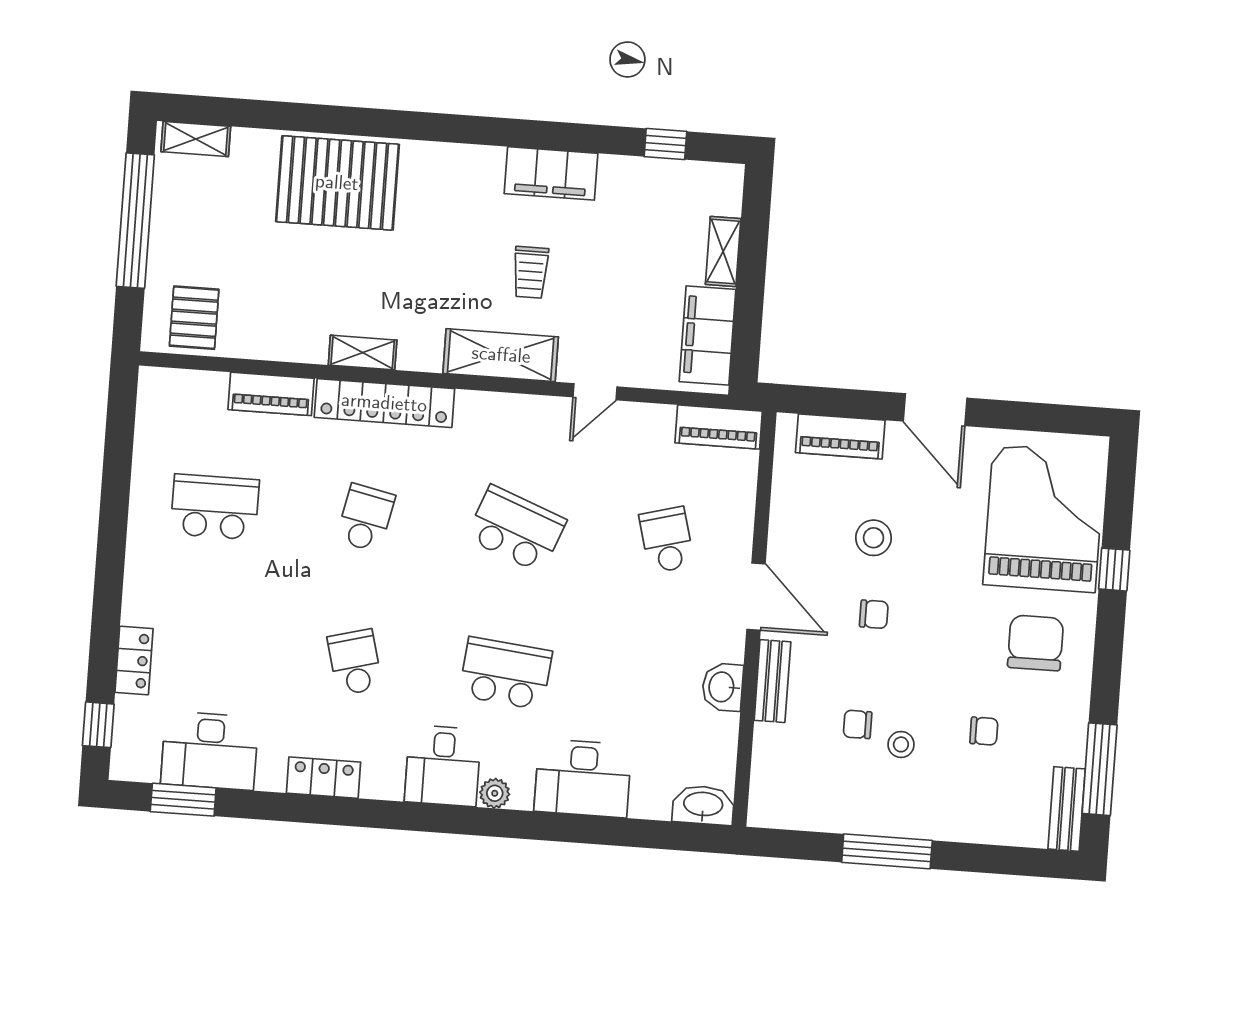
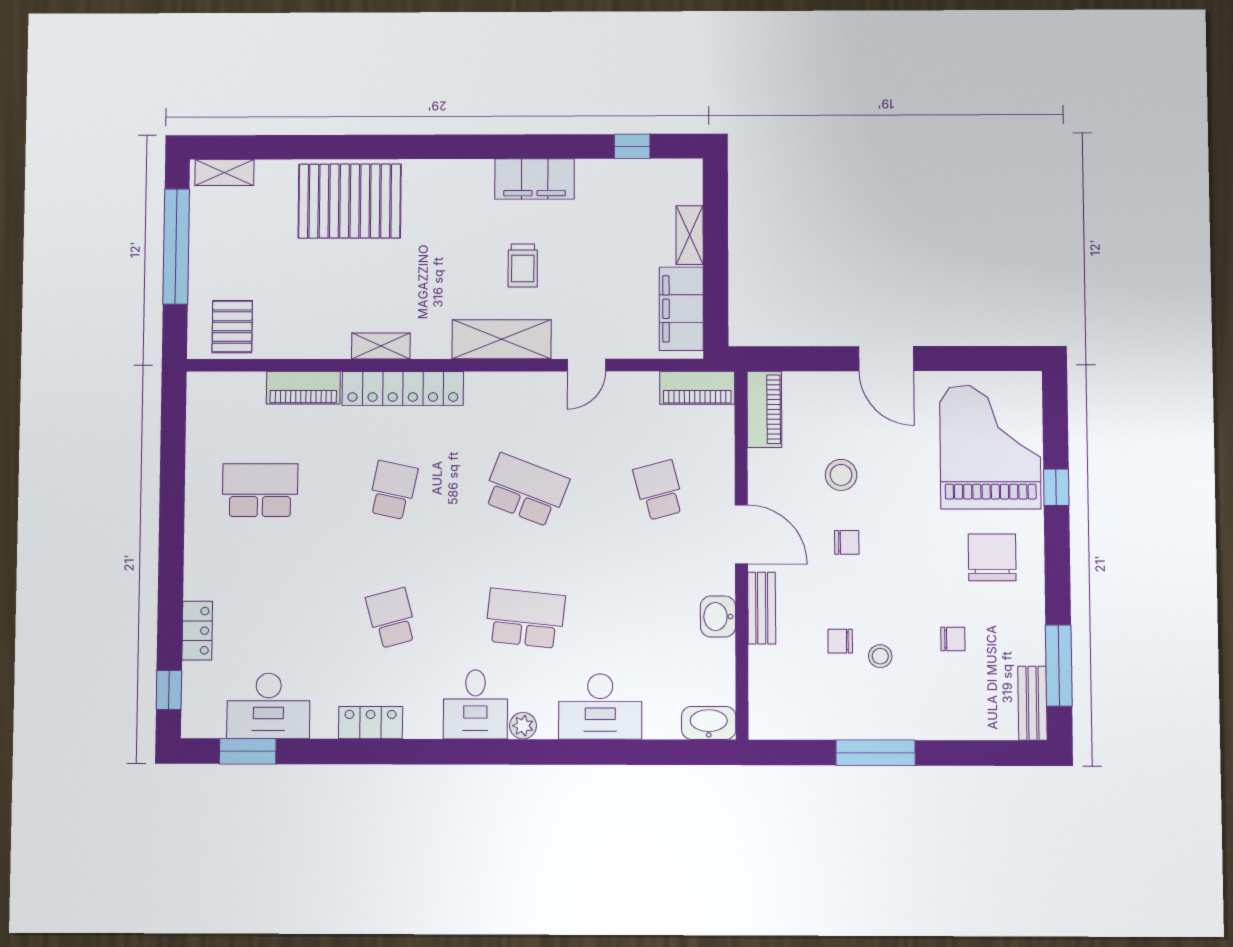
piano: (840, 436) -> (764, 409), moved, turned -90

